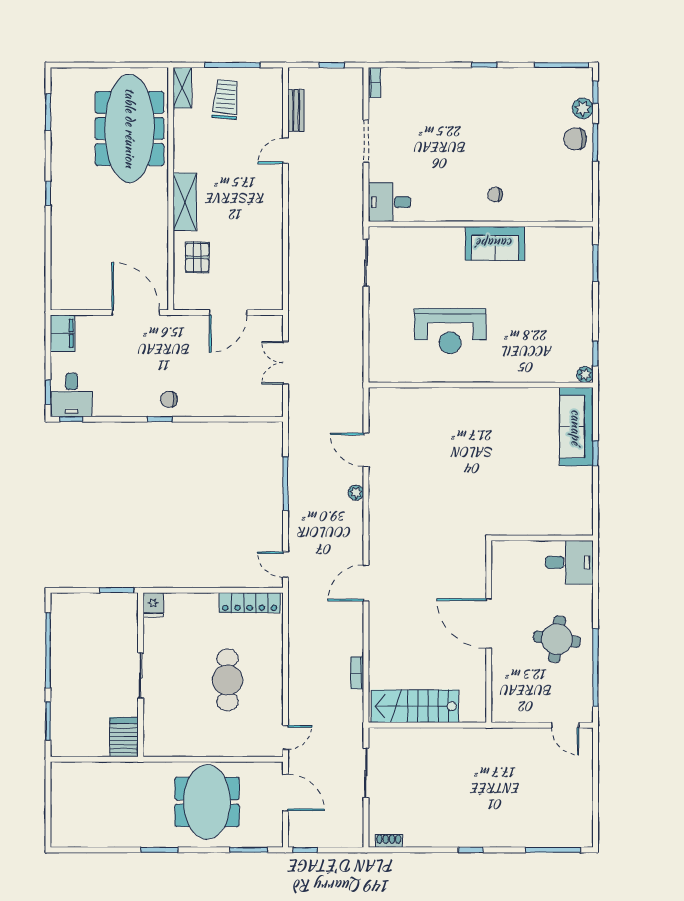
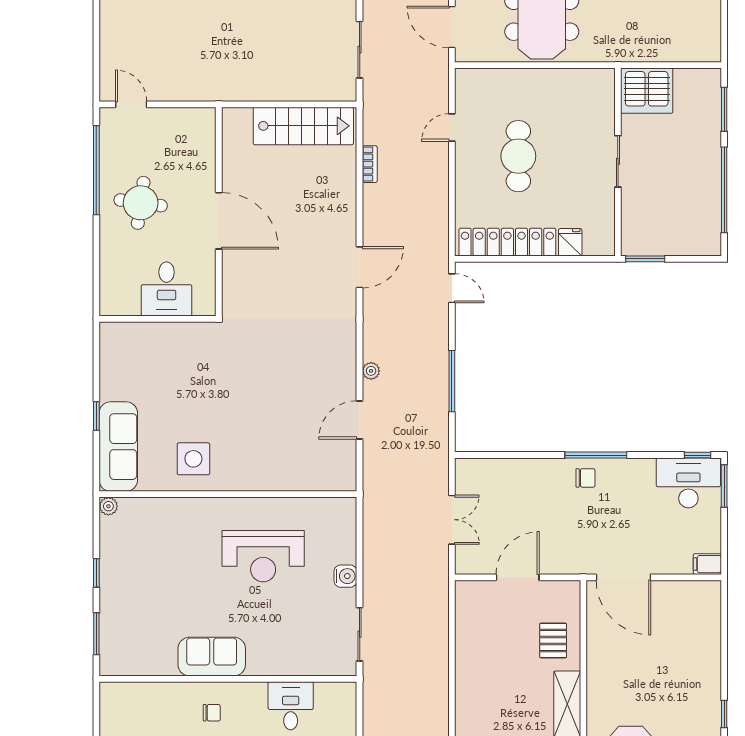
desk: (390, 202) -> (291, 706), moved, turned -90
water cooler: (378, 314) -> (345, 576), added
reception desk: (450, 331) -> (263, 556), turned 180
filing cabinet: (63, 333) -> (707, 564), width x0.50
window: (595, 354) -> (96, 573), moved
window: (48, 392) -> (724, 486), width x1.50
desk: (72, 395) -> (688, 483), width x1.37
side table: (511, 416) -> (193, 459), added
window: (160, 419) -> (596, 455), width x2.17
door: (366, 450) -> (360, 420), swing flipped
desk: (569, 562) -> (167, 289), moved, turned -90
locker: (250, 603) -> (507, 242), width x1.41, depth x1.21
fridge: (153, 605) -> (570, 242), moved
server rack: (124, 737) -> (647, 91), width x1.60
door: (286, 738) -> (452, 127), moved

